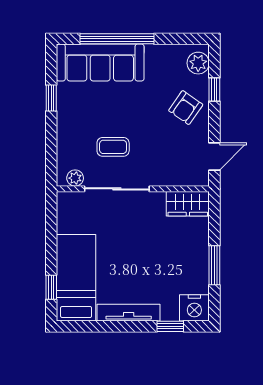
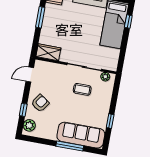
window: (117, 39) -> (70, 146), width x0.68

